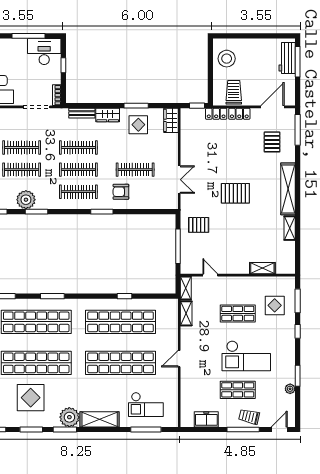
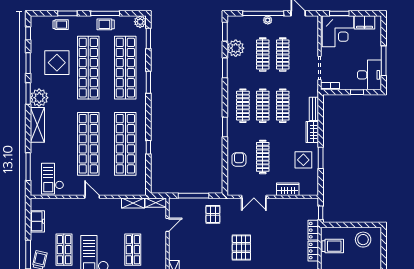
wardrobe: (171, 120) -> (288, 189), moved
armchair: (121, 192) -> (239, 160), moved
plant: (26, 200) -> (236, 48), moved
checkout: (146, 404) -> (53, 179), moved

